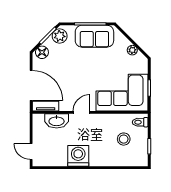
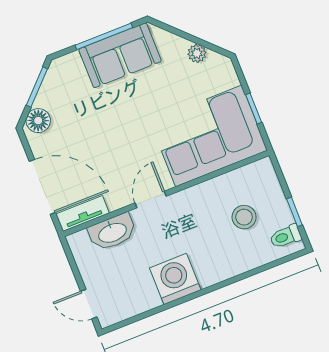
plant: (60, 36) -> (58, 79), removed
toilet: (140, 122) -> (286, 236), moved

